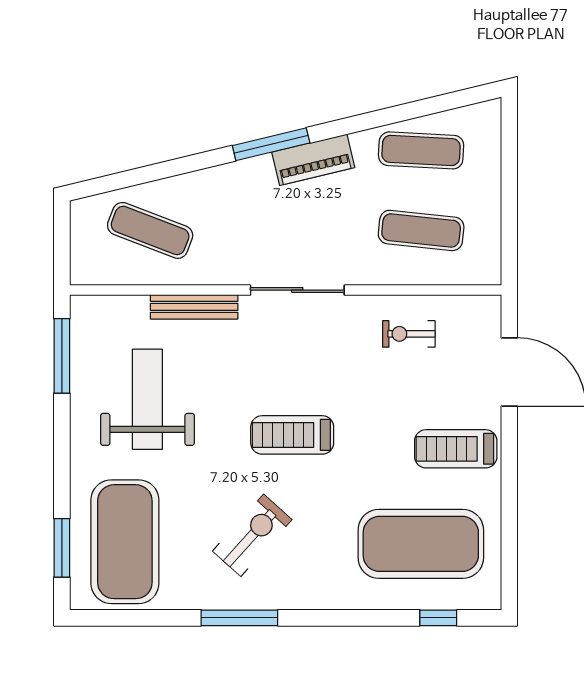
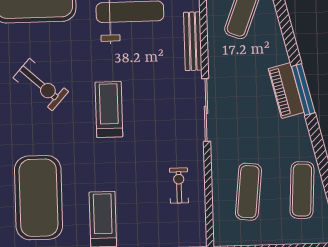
piano: (313, 160) -> (286, 90), moved

